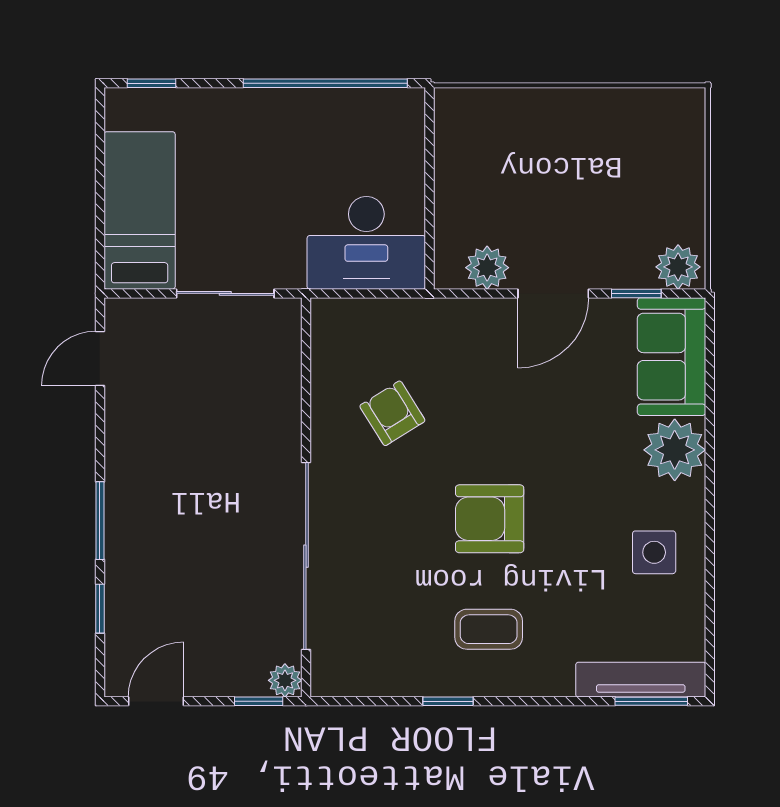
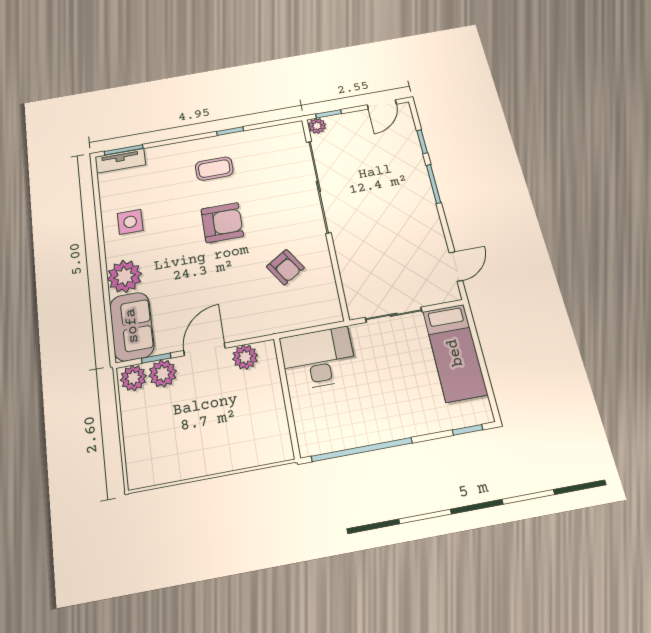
plant: (628, 265) -> (163, 374), added
tv unit: (641, 680) -> (120, 161), width x0.71

